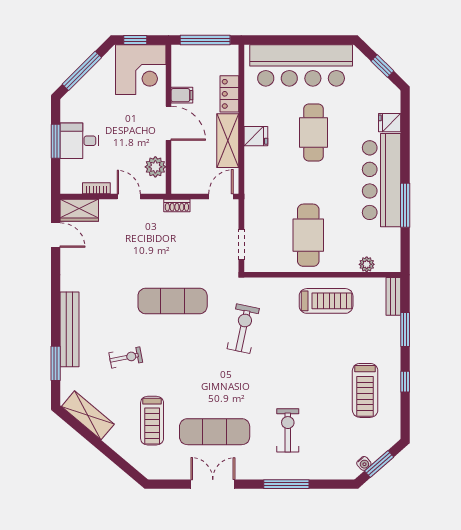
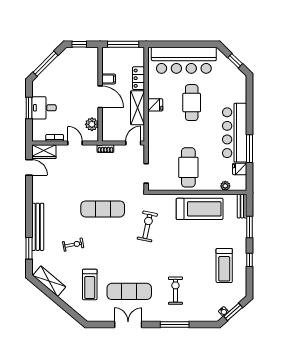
corner desk: (141, 70) -> (83, 63), removed
fridge: (390, 123) -> (240, 169), moved
treadmill: (326, 301) -> (200, 209), width x1.37, depth x1.38

